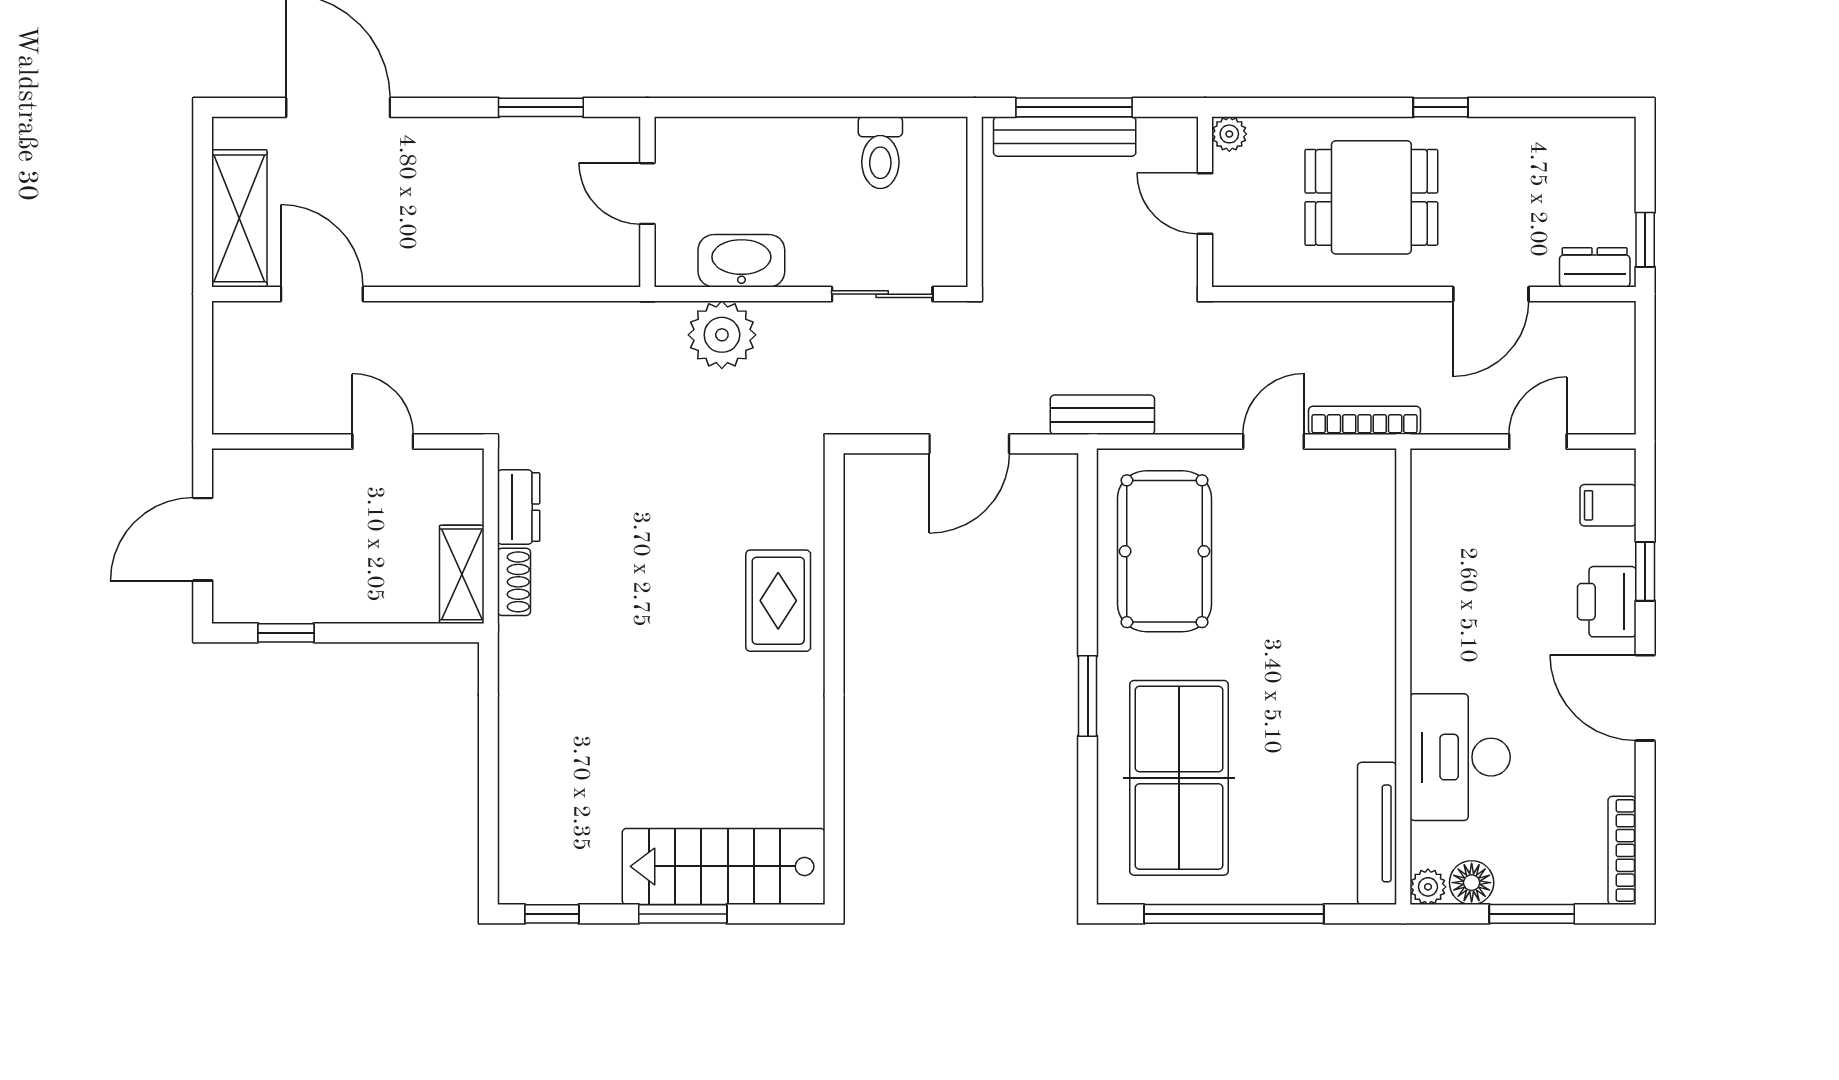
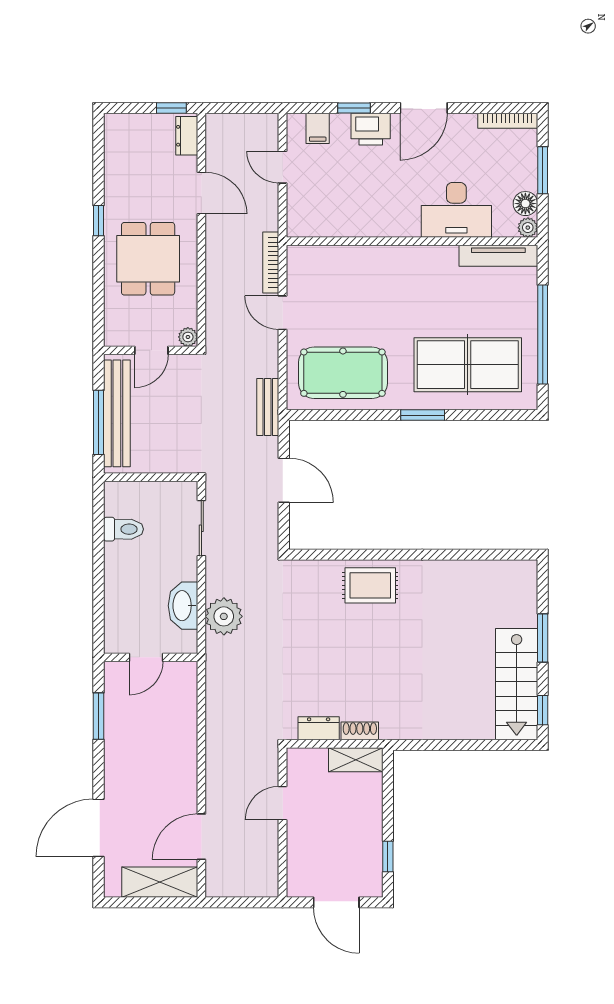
plant: (1229, 134) -> (188, 337), moved
bench: (1065, 137) -> (117, 413), width x1.37, depth x1.21
stairs: (724, 866) -> (517, 684), moved

